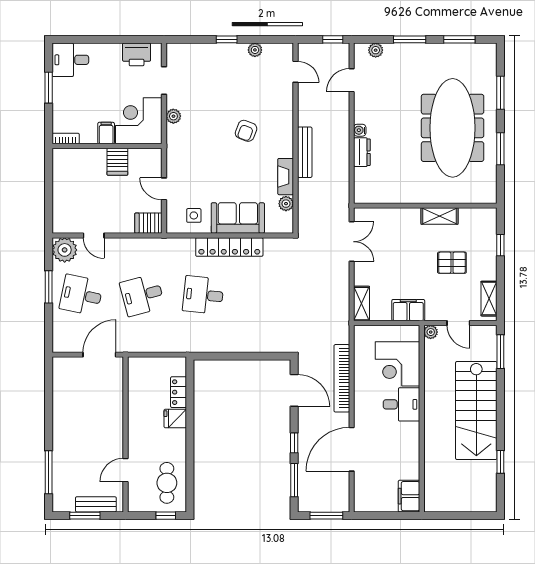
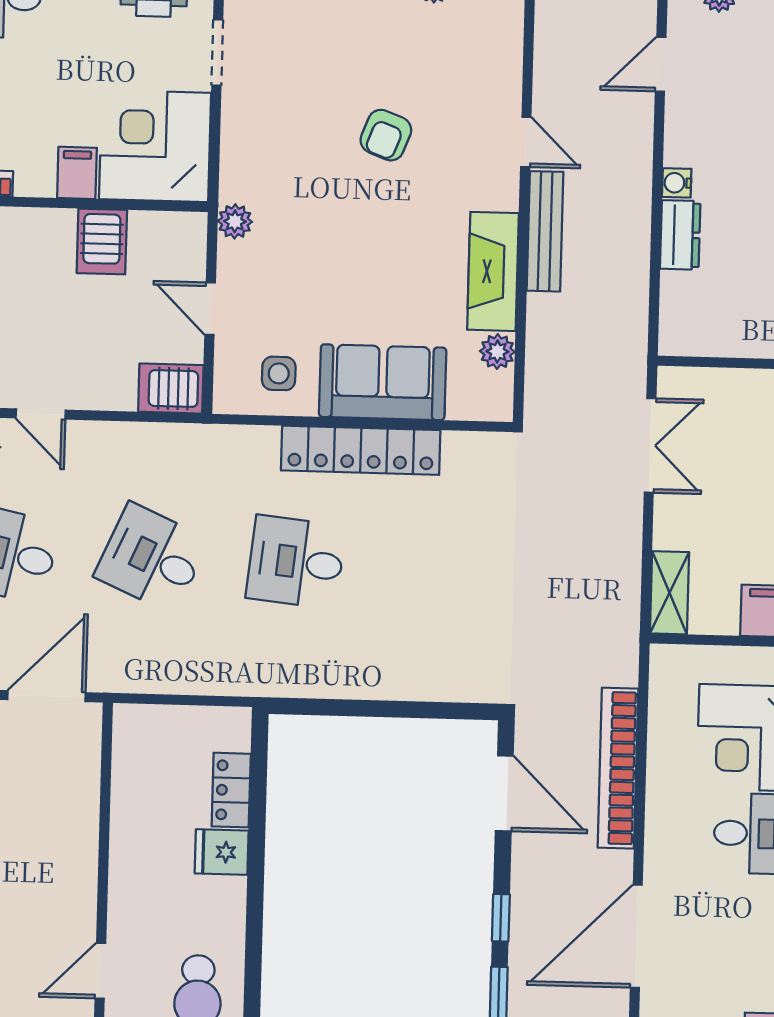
door: (296, 72) -> (526, 142), moved
plant: (173, 116) -> (235, 221), moved
armchair: (246, 131) -> (386, 135), moved
fireplace: (286, 177) -> (493, 271), width x1.37, depth x1.32
desk: (142, 295) -> (152, 558), turned 39

